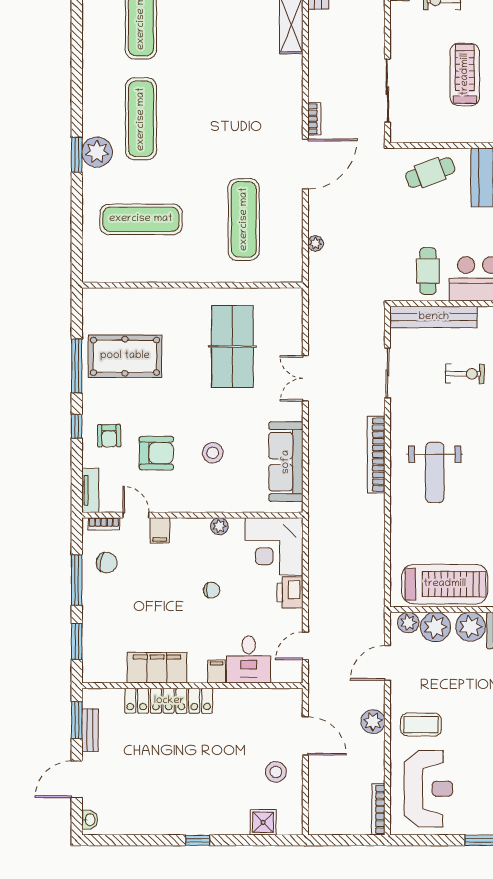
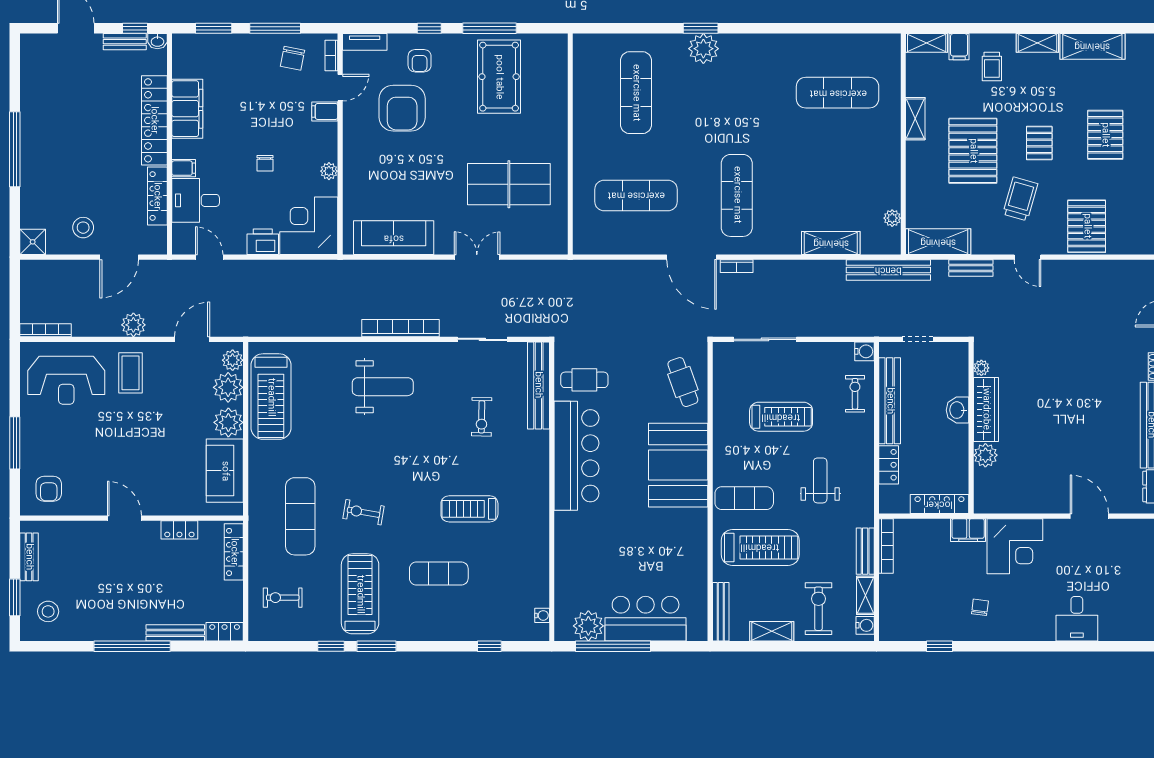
exercise mat: (141, 119) -> (737, 195), moved, turned 90
plant: (316, 243) -> (612, 267), removed
armchair: (109, 436) -> (420, 61), turned -89
armchair: (156, 453) -> (402, 108), width x1.36, depth x1.36
stool: (213, 453) -> (403, 164), removed
weight bench: (435, 472) -> (383, 387), turned 180
door: (387, 663) -> (192, 339), hinge flipped
locker: (244, 698) -> (157, 196), added
window: (77, 720) -> (135, 28), width x0.67
washbasin: (90, 820) -> (157, 41), moved
shower: (263, 822) -> (33, 242), moved
window: (198, 840) -> (15, 149), width x3.17

